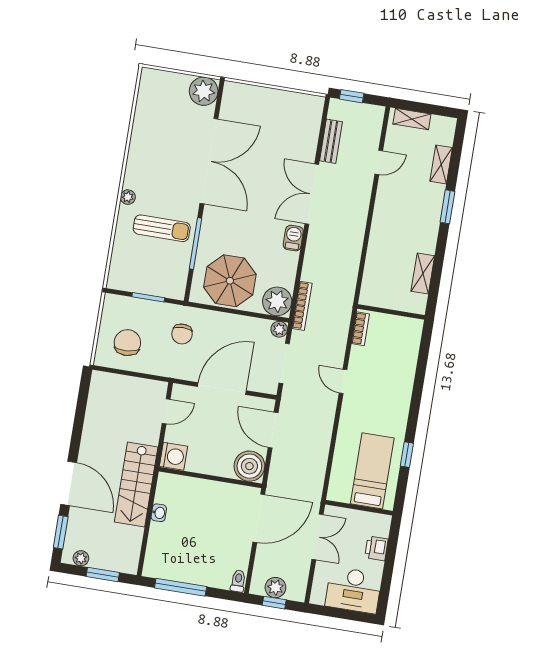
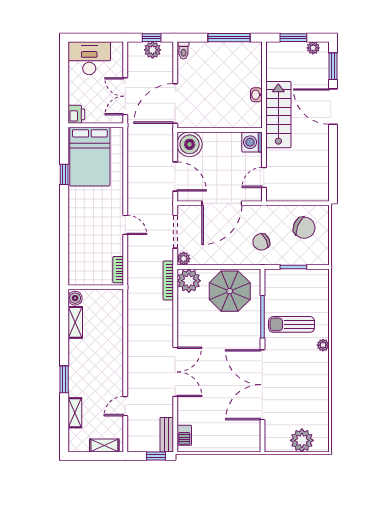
plant: (204, 91) -> (302, 440), moved
bench: (331, 141) -> (167, 435), moved
barbecue: (293, 238) -> (184, 435), moved
boiler: (418, 303) -> (75, 298), added
chair: (182, 334) -> (261, 242), turned -116
chair: (127, 343) -> (304, 228), turned -62
bed: (372, 471) -> (90, 157), width x1.50
printer: (376, 548) -> (76, 114), moved

